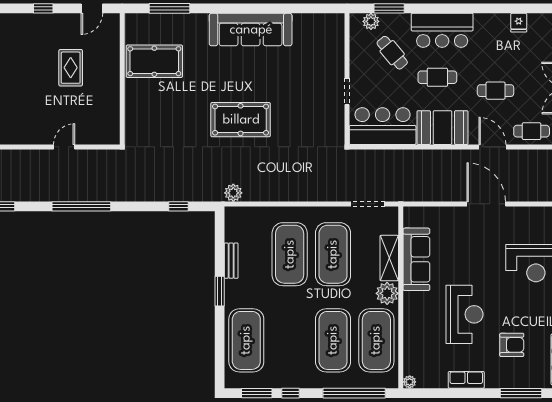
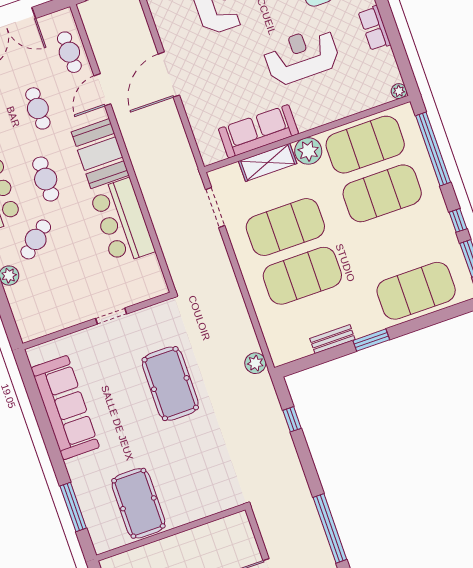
wall: (347, 79) -> (97, 321), moved
doorway: (347, 91) -> (111, 316), moved

